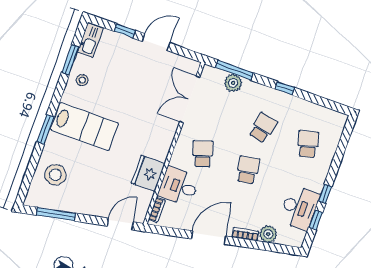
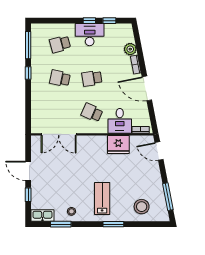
window: (234, 70) -> (28, 45), moved
plant: (233, 83) -> (37, 109), removed
lab bench: (85, 126) -> (102, 198), width x0.73, depth x0.72
school desk: (203, 154) -> (92, 113), turned 42
desk: (299, 208) -> (90, 35), moved

